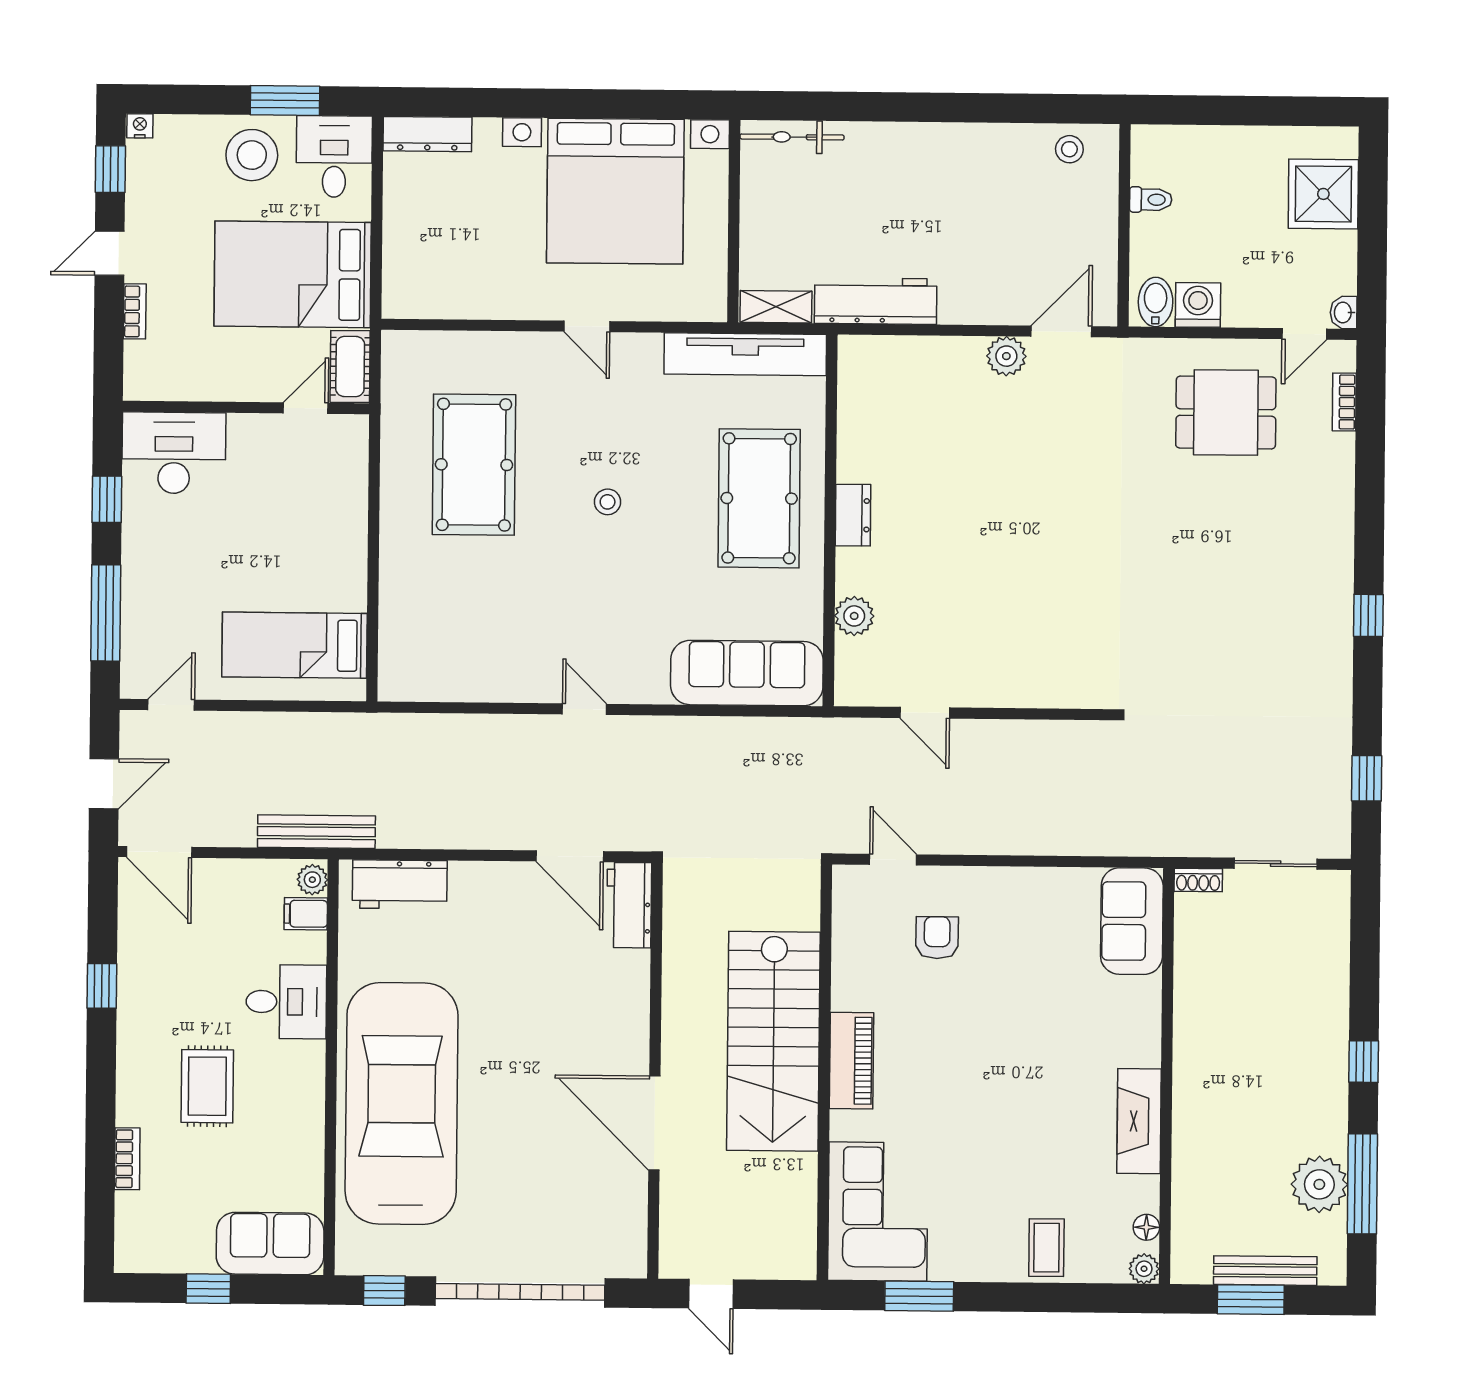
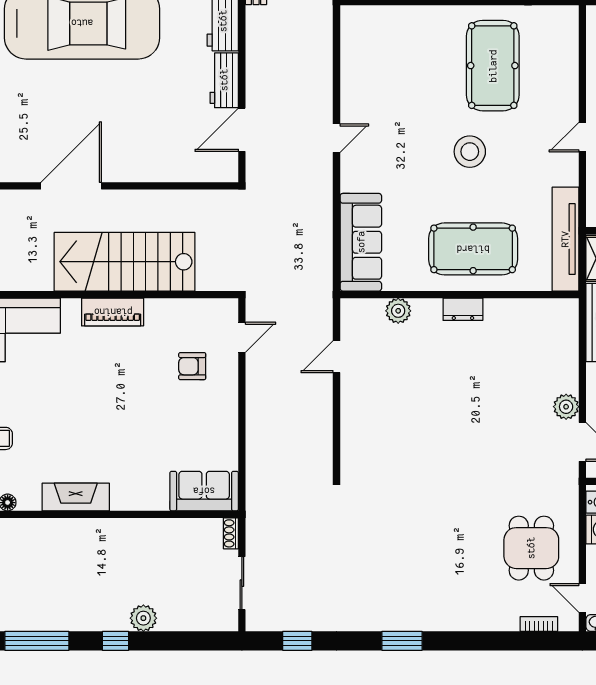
pool table: (474, 465) -> (493, 66), turned 90
stool: (608, 502) -> (470, 152), width x1.89, depth x1.89
window: (1368, 615) -> (402, 641), width x1.50
workbench: (629, 905) -> (224, 80), moved, turned -90
armchair: (937, 938) -> (192, 366), turned 180
plant: (1319, 1184) -> (143, 618), moved, width x0.73, depth x0.73

